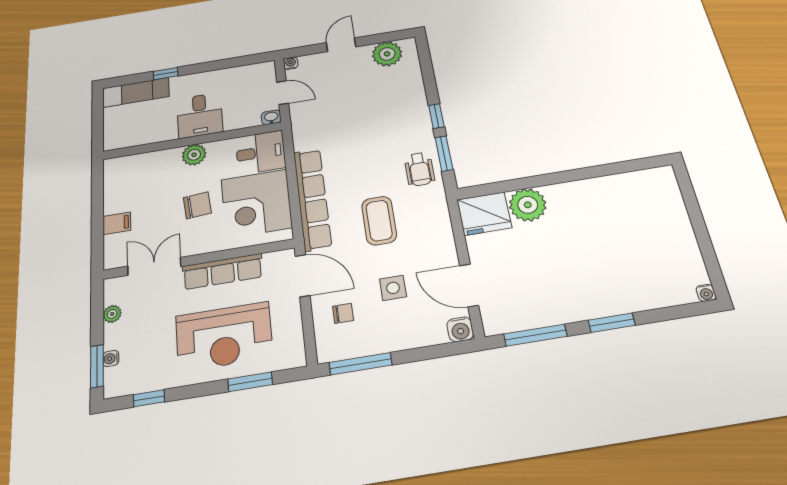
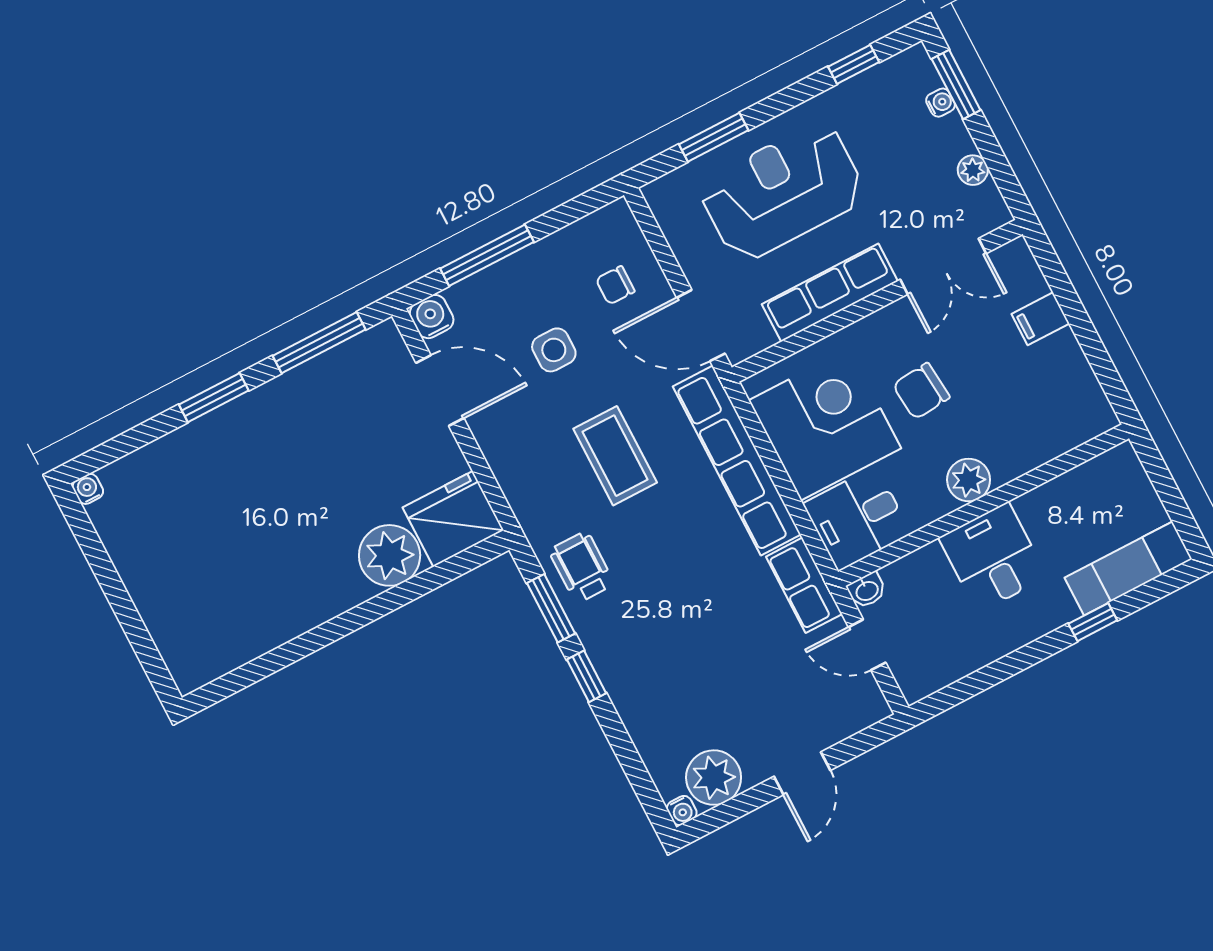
water cooler: (291, 63) -> (682, 810), moved
row of seats: (303, 128) -> (804, 585), added
window: (361, 364) -> (487, 255), moved

